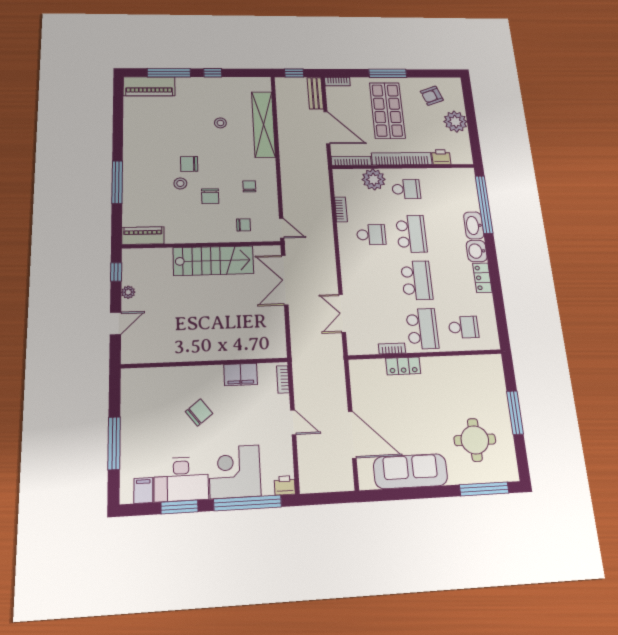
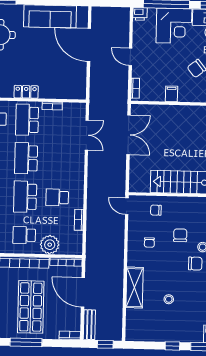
shelving: (263, 124) -> (134, 288), width x0.68
double door: (285, 280) -> (129, 135), moved
locker: (403, 366) -> (26, 92), moved
filing cabinet: (241, 374) -> (171, 94), width x0.50

